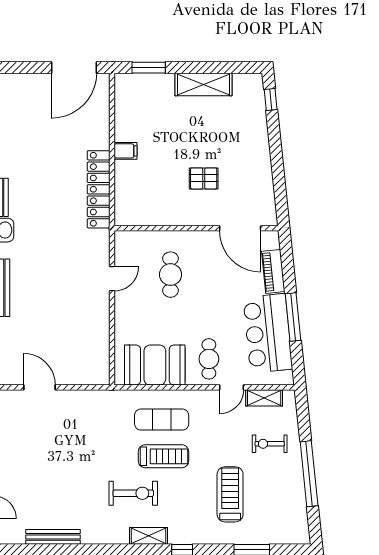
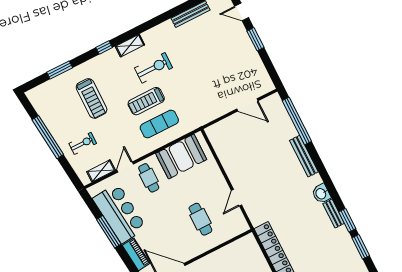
exercise bike: (133, 493) -> (154, 68), turned 180

